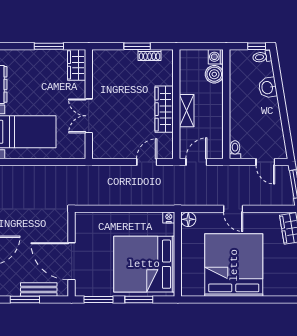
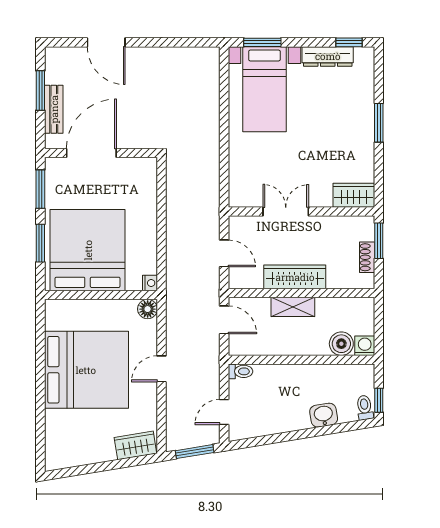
wardrobe: (77, 65) -> (354, 195), moved
wall: (89, 104) -> (301, 211), moved
double door: (89, 116) -> (286, 211), moved

